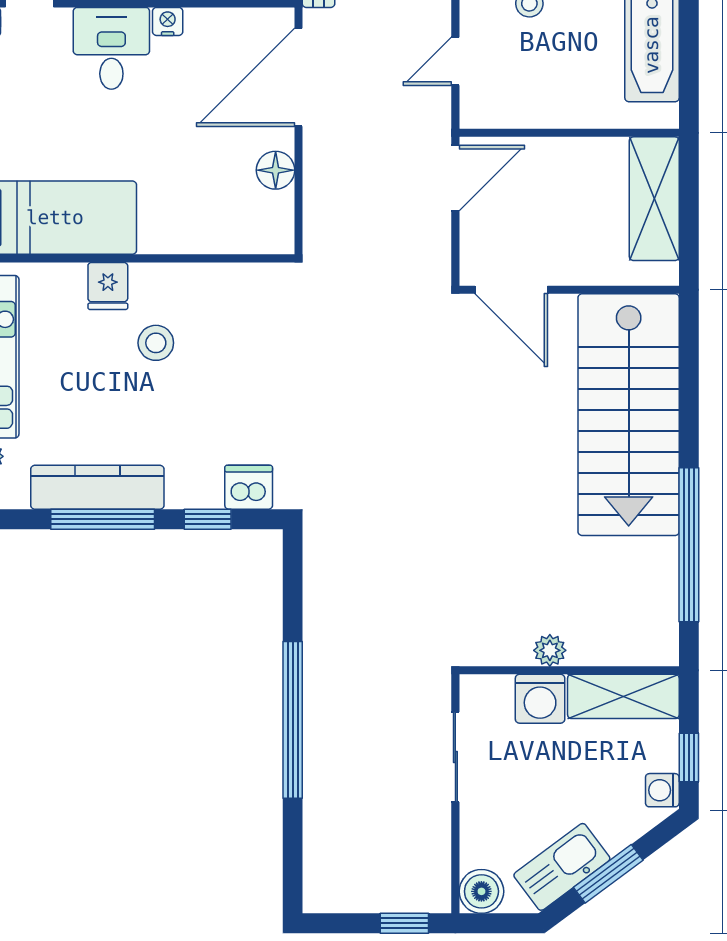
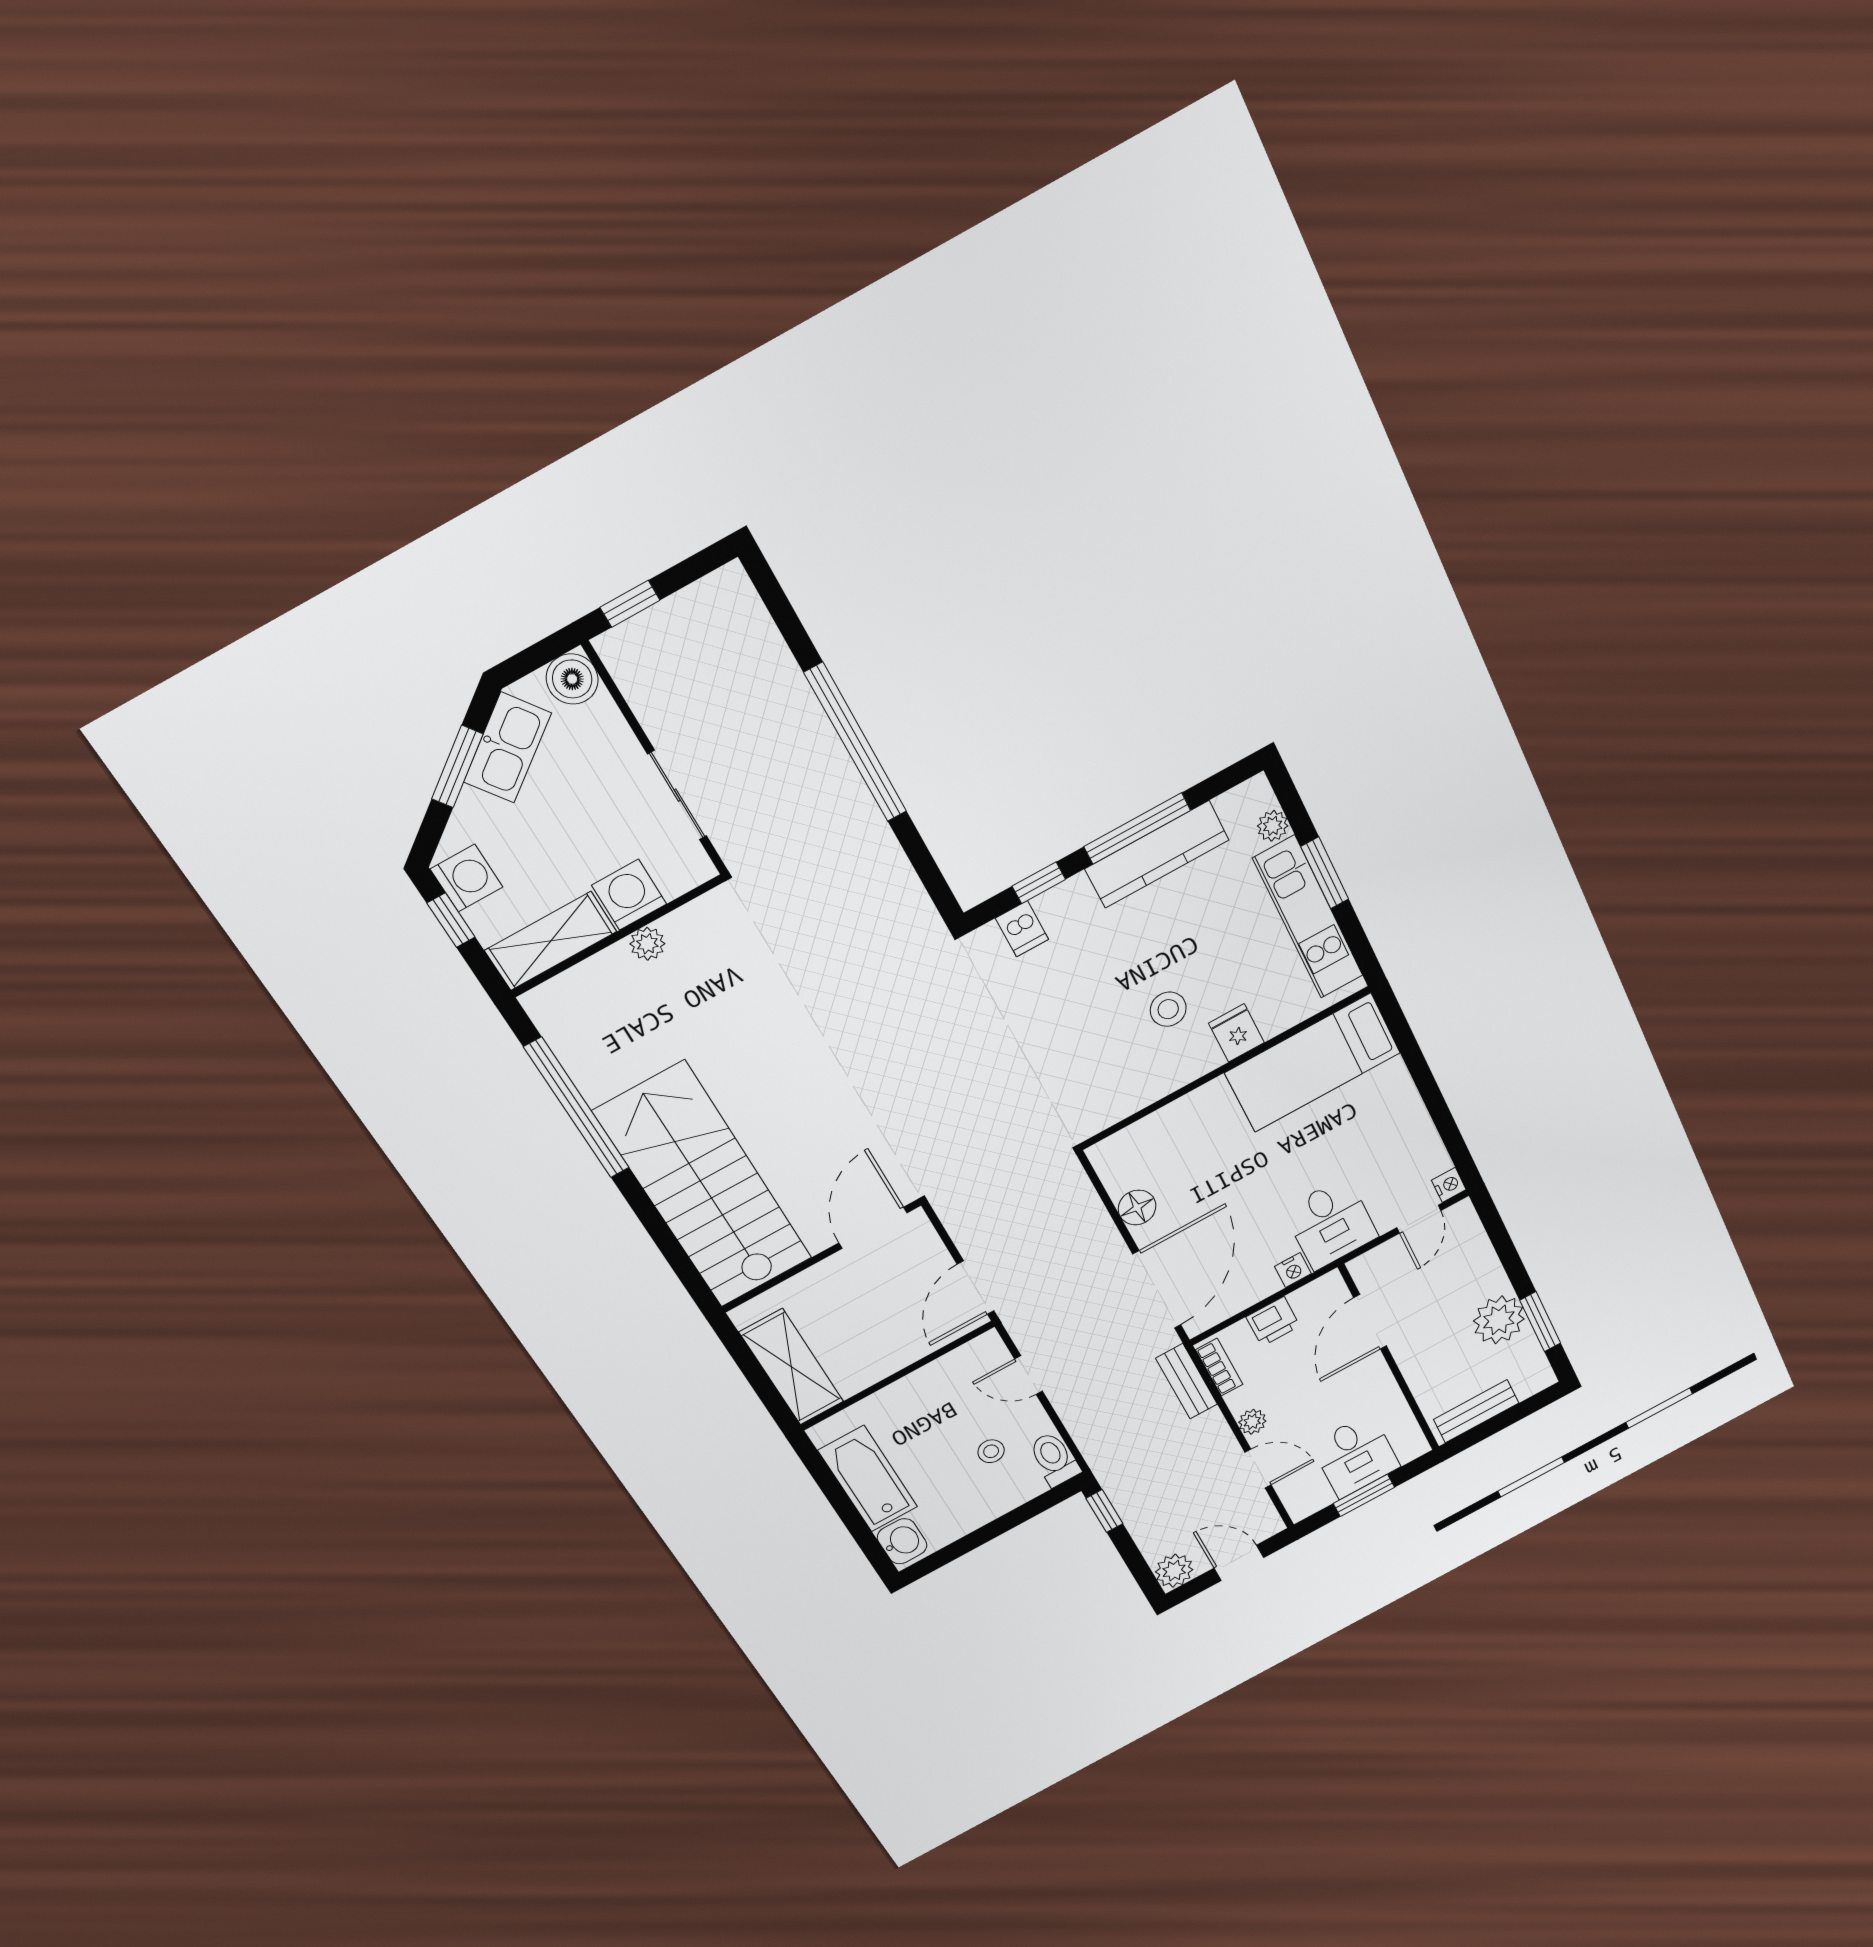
door: (455, 61) -> (1029, 1375), swing flipped
door: (511, 290) -> (873, 1228), hinge flipped
dishwasher: (249, 487) -> (1022, 929), width x0.73
washing machine: (662, 790) -> (467, 878), width x1.38, depth x1.38

